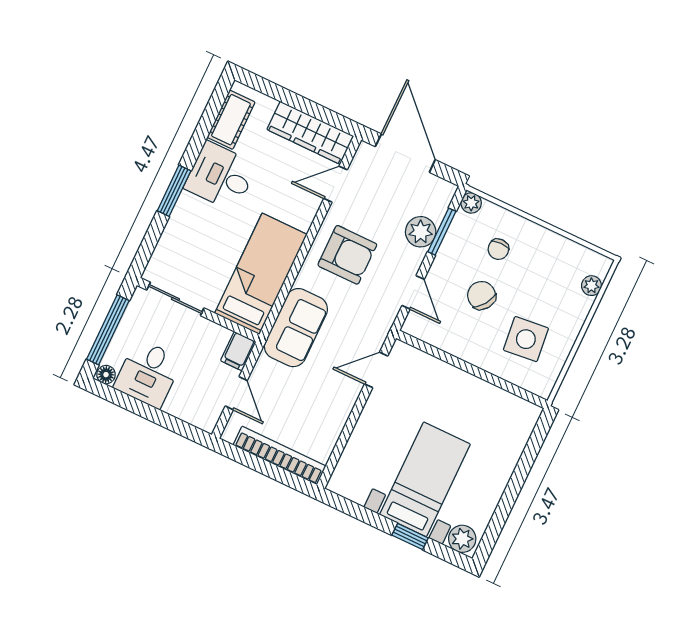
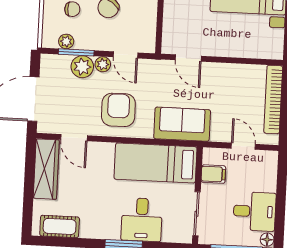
desk: (221, 176) -> (142, 220), moved
plant: (471, 203) -> (66, 41), moved
plant: (413, 259) -> (103, 64), added
door: (413, 292) -> (125, 55), swing flipped
filing cabinet: (238, 351) -> (213, 174), moved
door: (236, 393) -> (243, 146), hinge flipped

